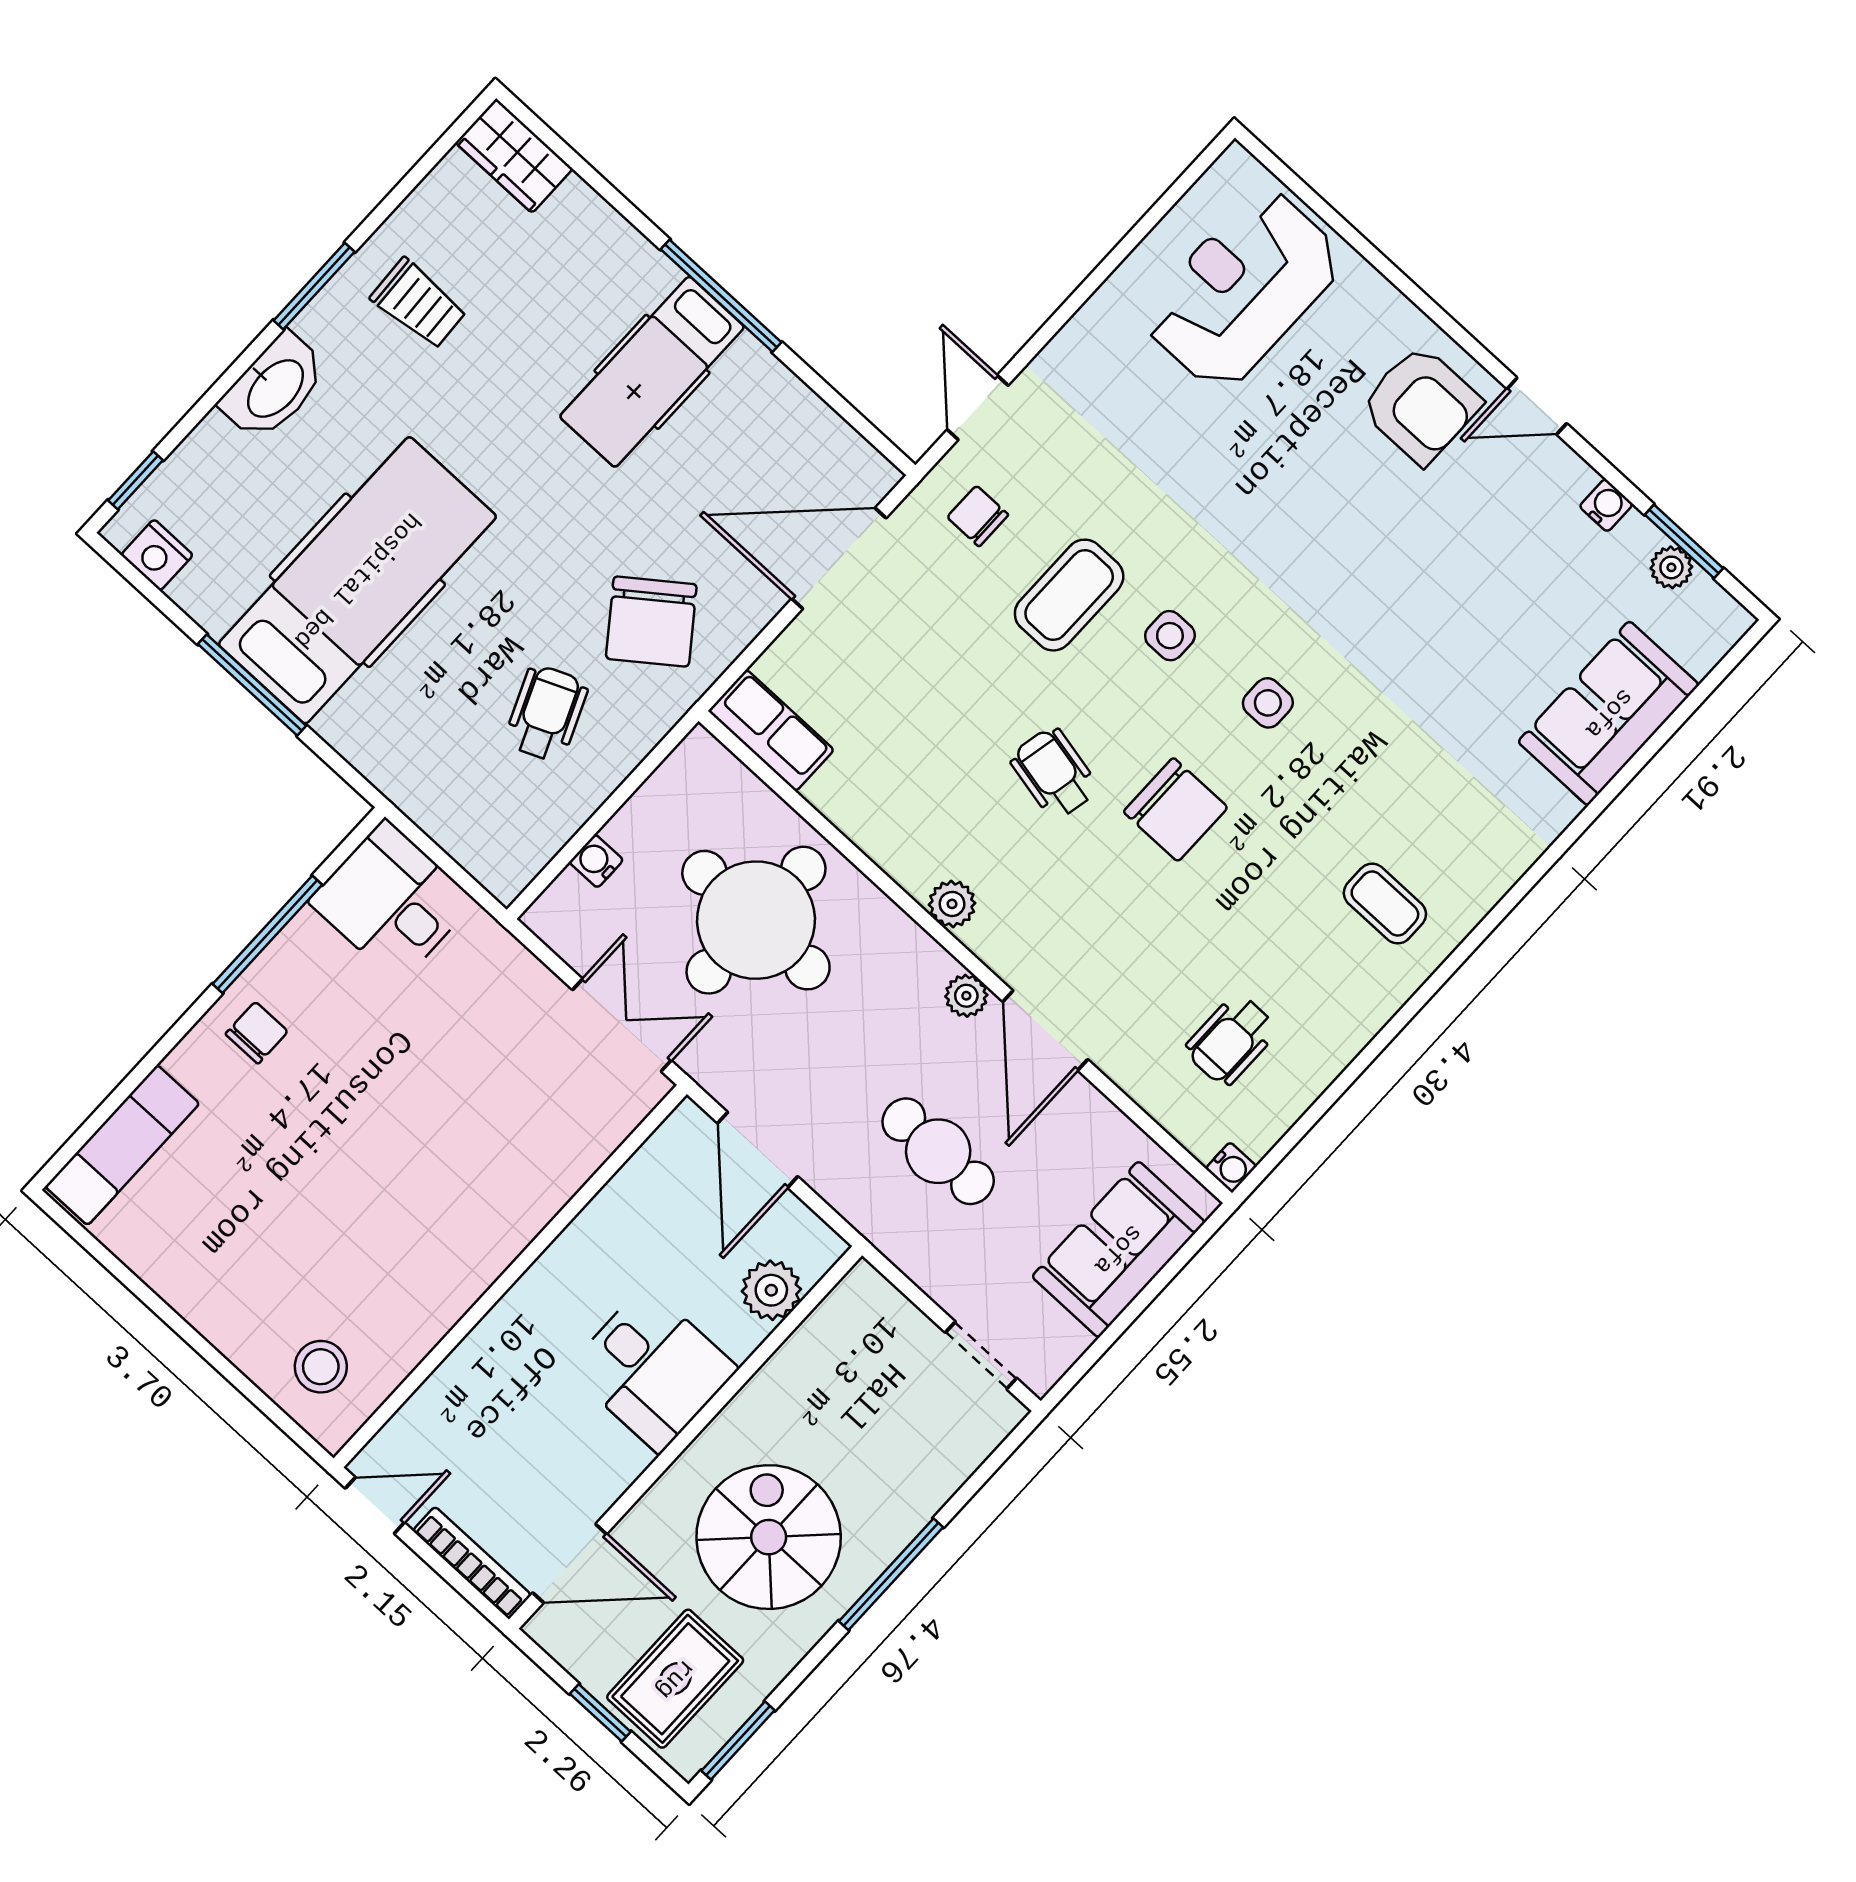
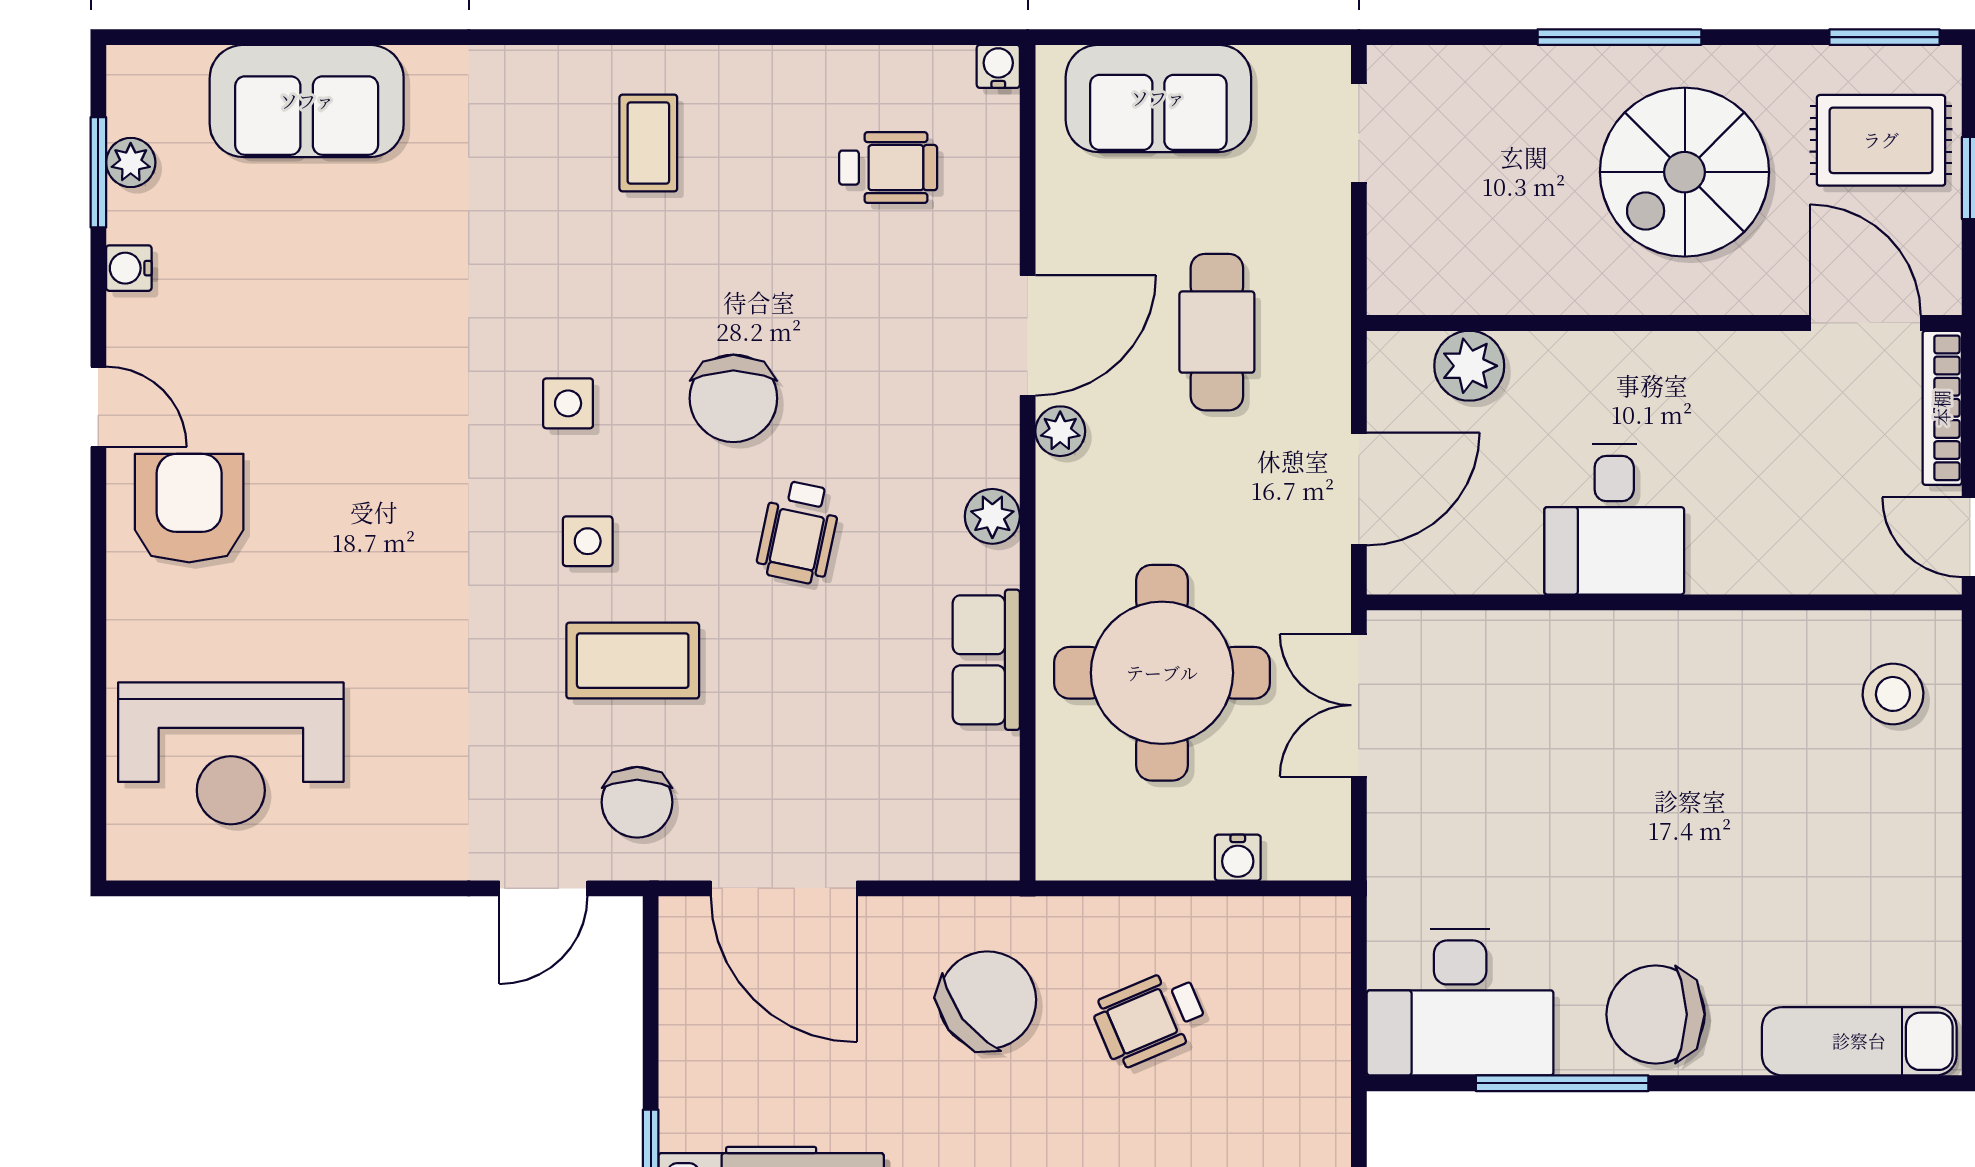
chair: (978, 516) -> (637, 802), width x1.37, depth x1.37
row of seats: (771, 730) -> (986, 660), moved
chair: (1176, 810) -> (733, 398), turned 180
desk: (392, 901) -> (1460, 1002), width x1.37
chair: (257, 1033) -> (1656, 1014), width x1.87, depth x1.87
desk: (652, 1369) -> (1614, 519), moved, turned 180

